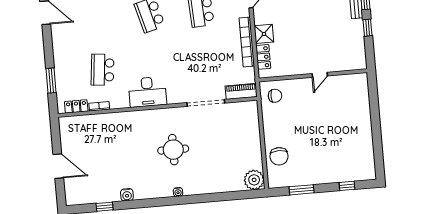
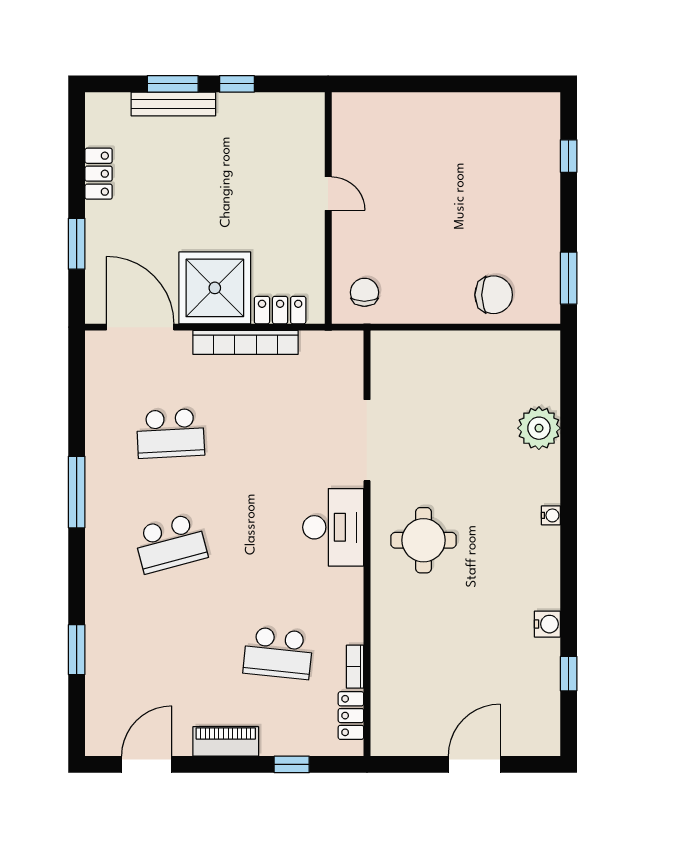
shower: (264, 34) -> (215, 288), width x1.86, depth x1.86
window: (51, 81) -> (292, 764), width x0.67
piano: (241, 91) -> (226, 741), moved, turned 90
desk: (147, 92) -> (333, 527), moved
round table: (173, 150) -> (424, 540), moved
plant: (254, 180) -> (539, 428), moved
window: (302, 190) -> (569, 278), moved

